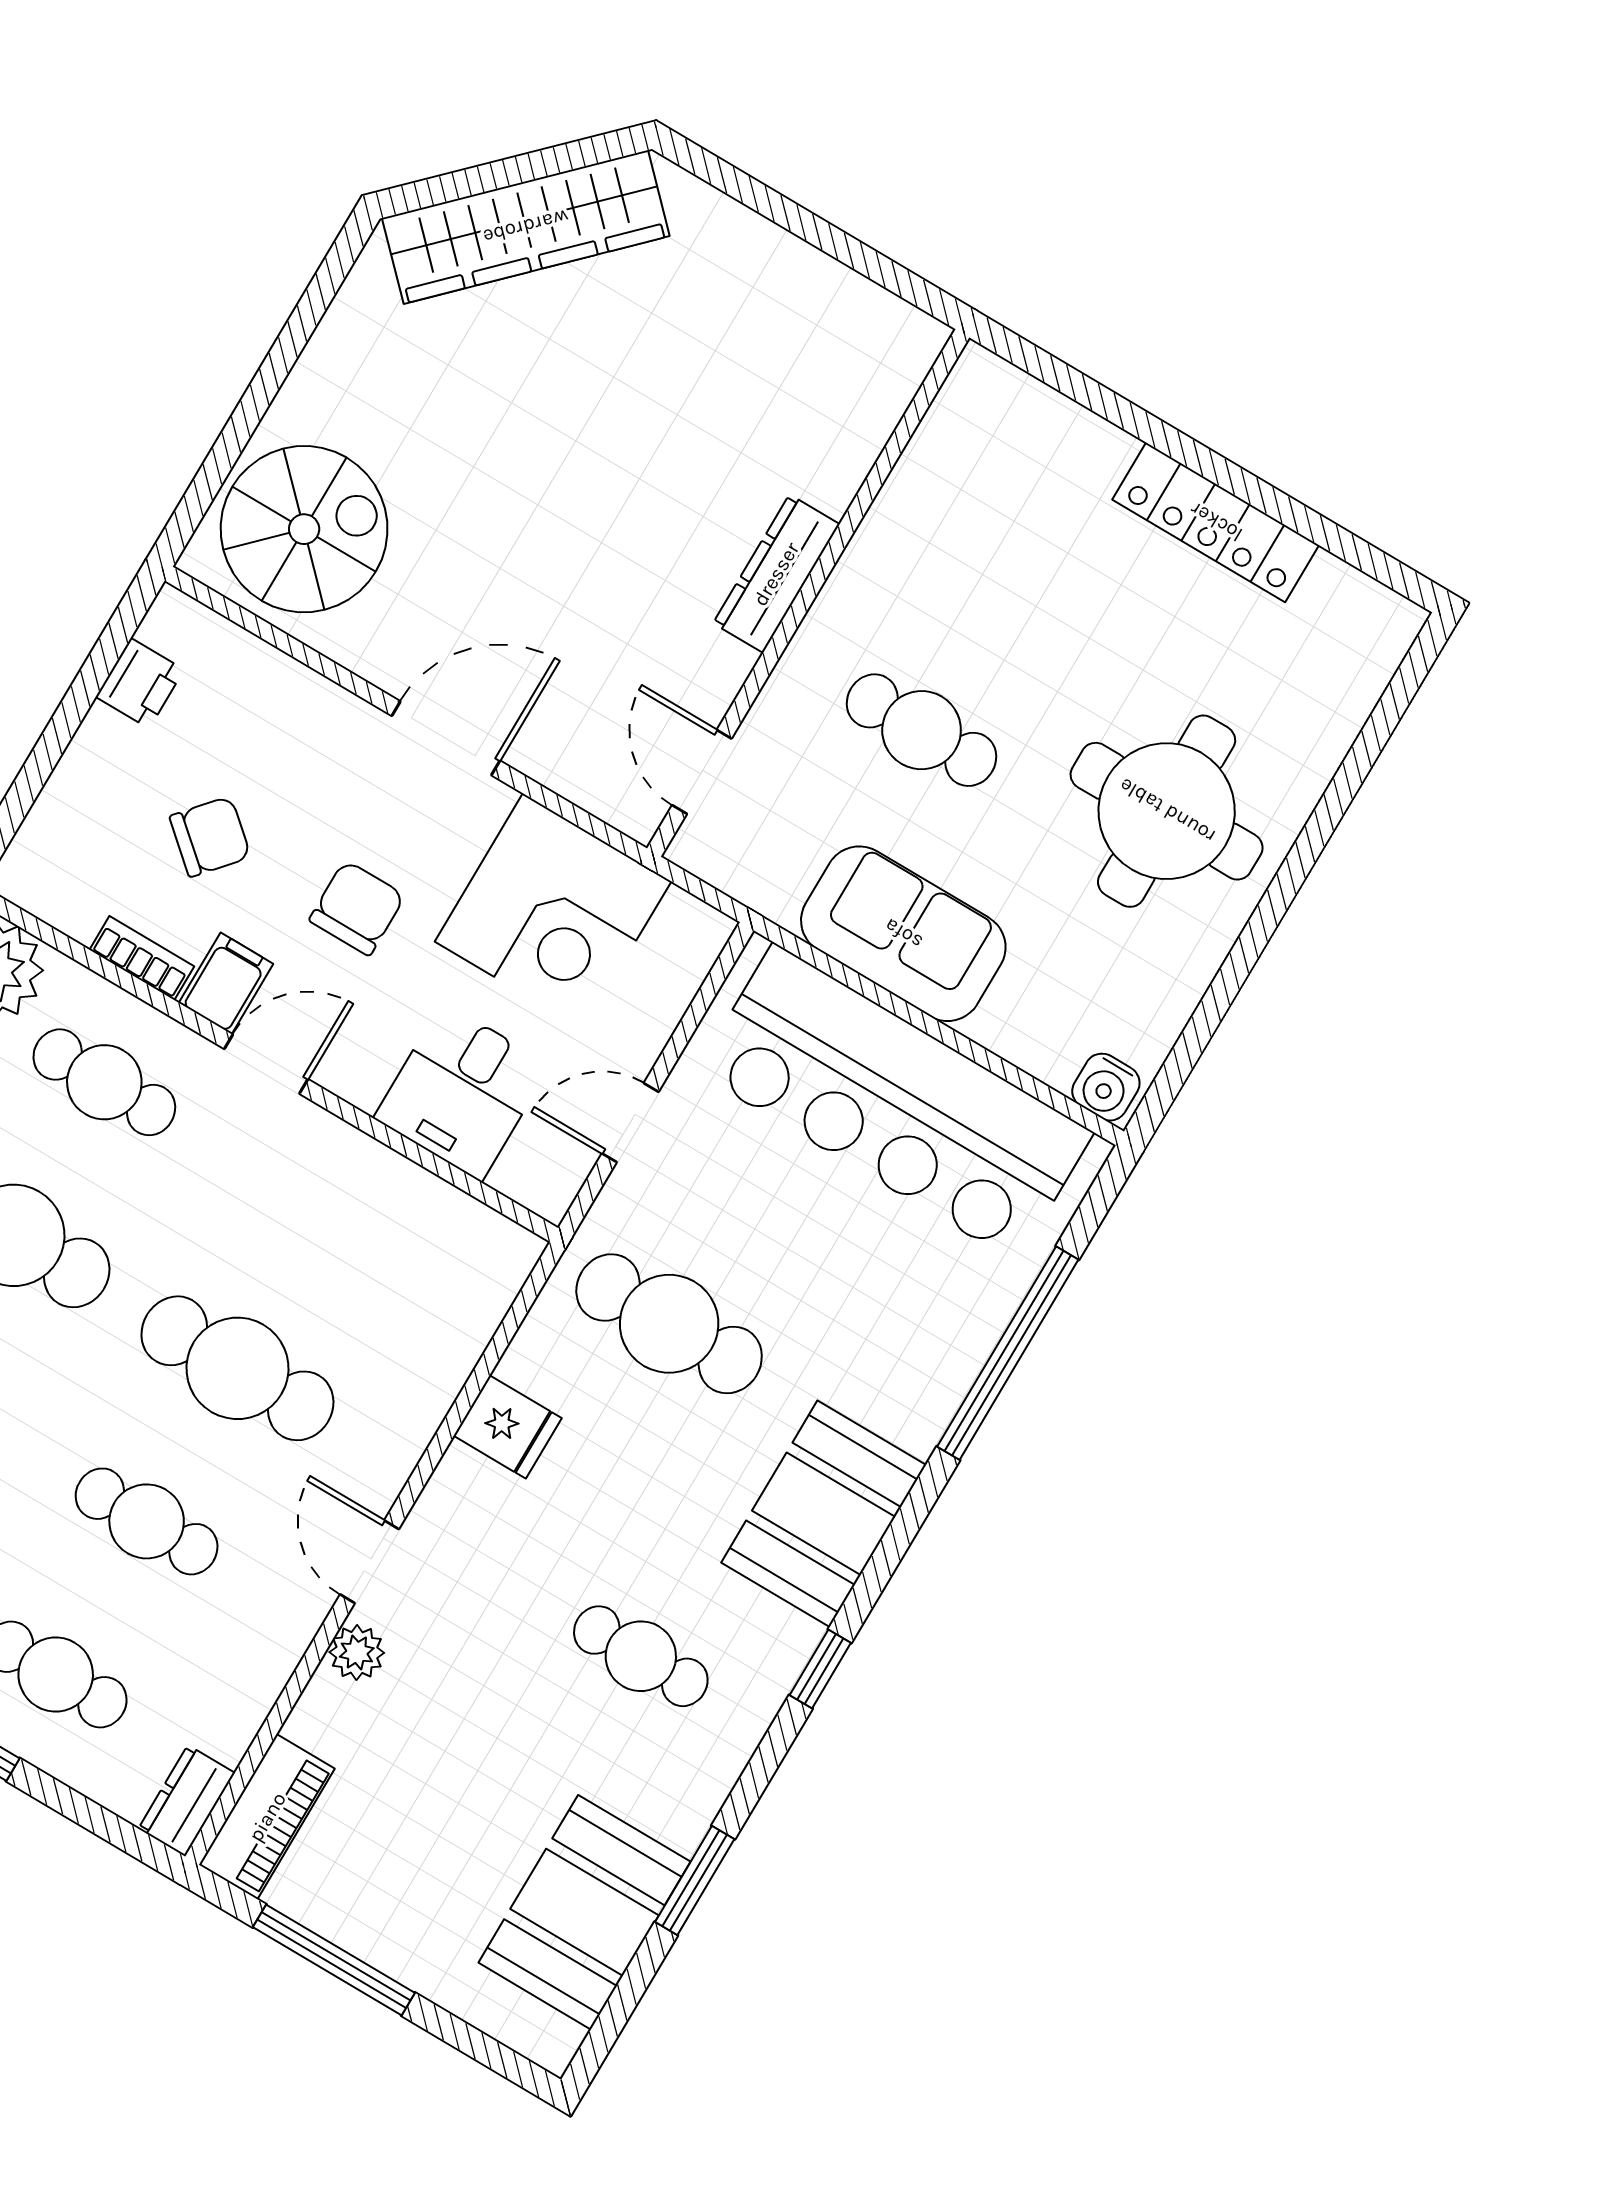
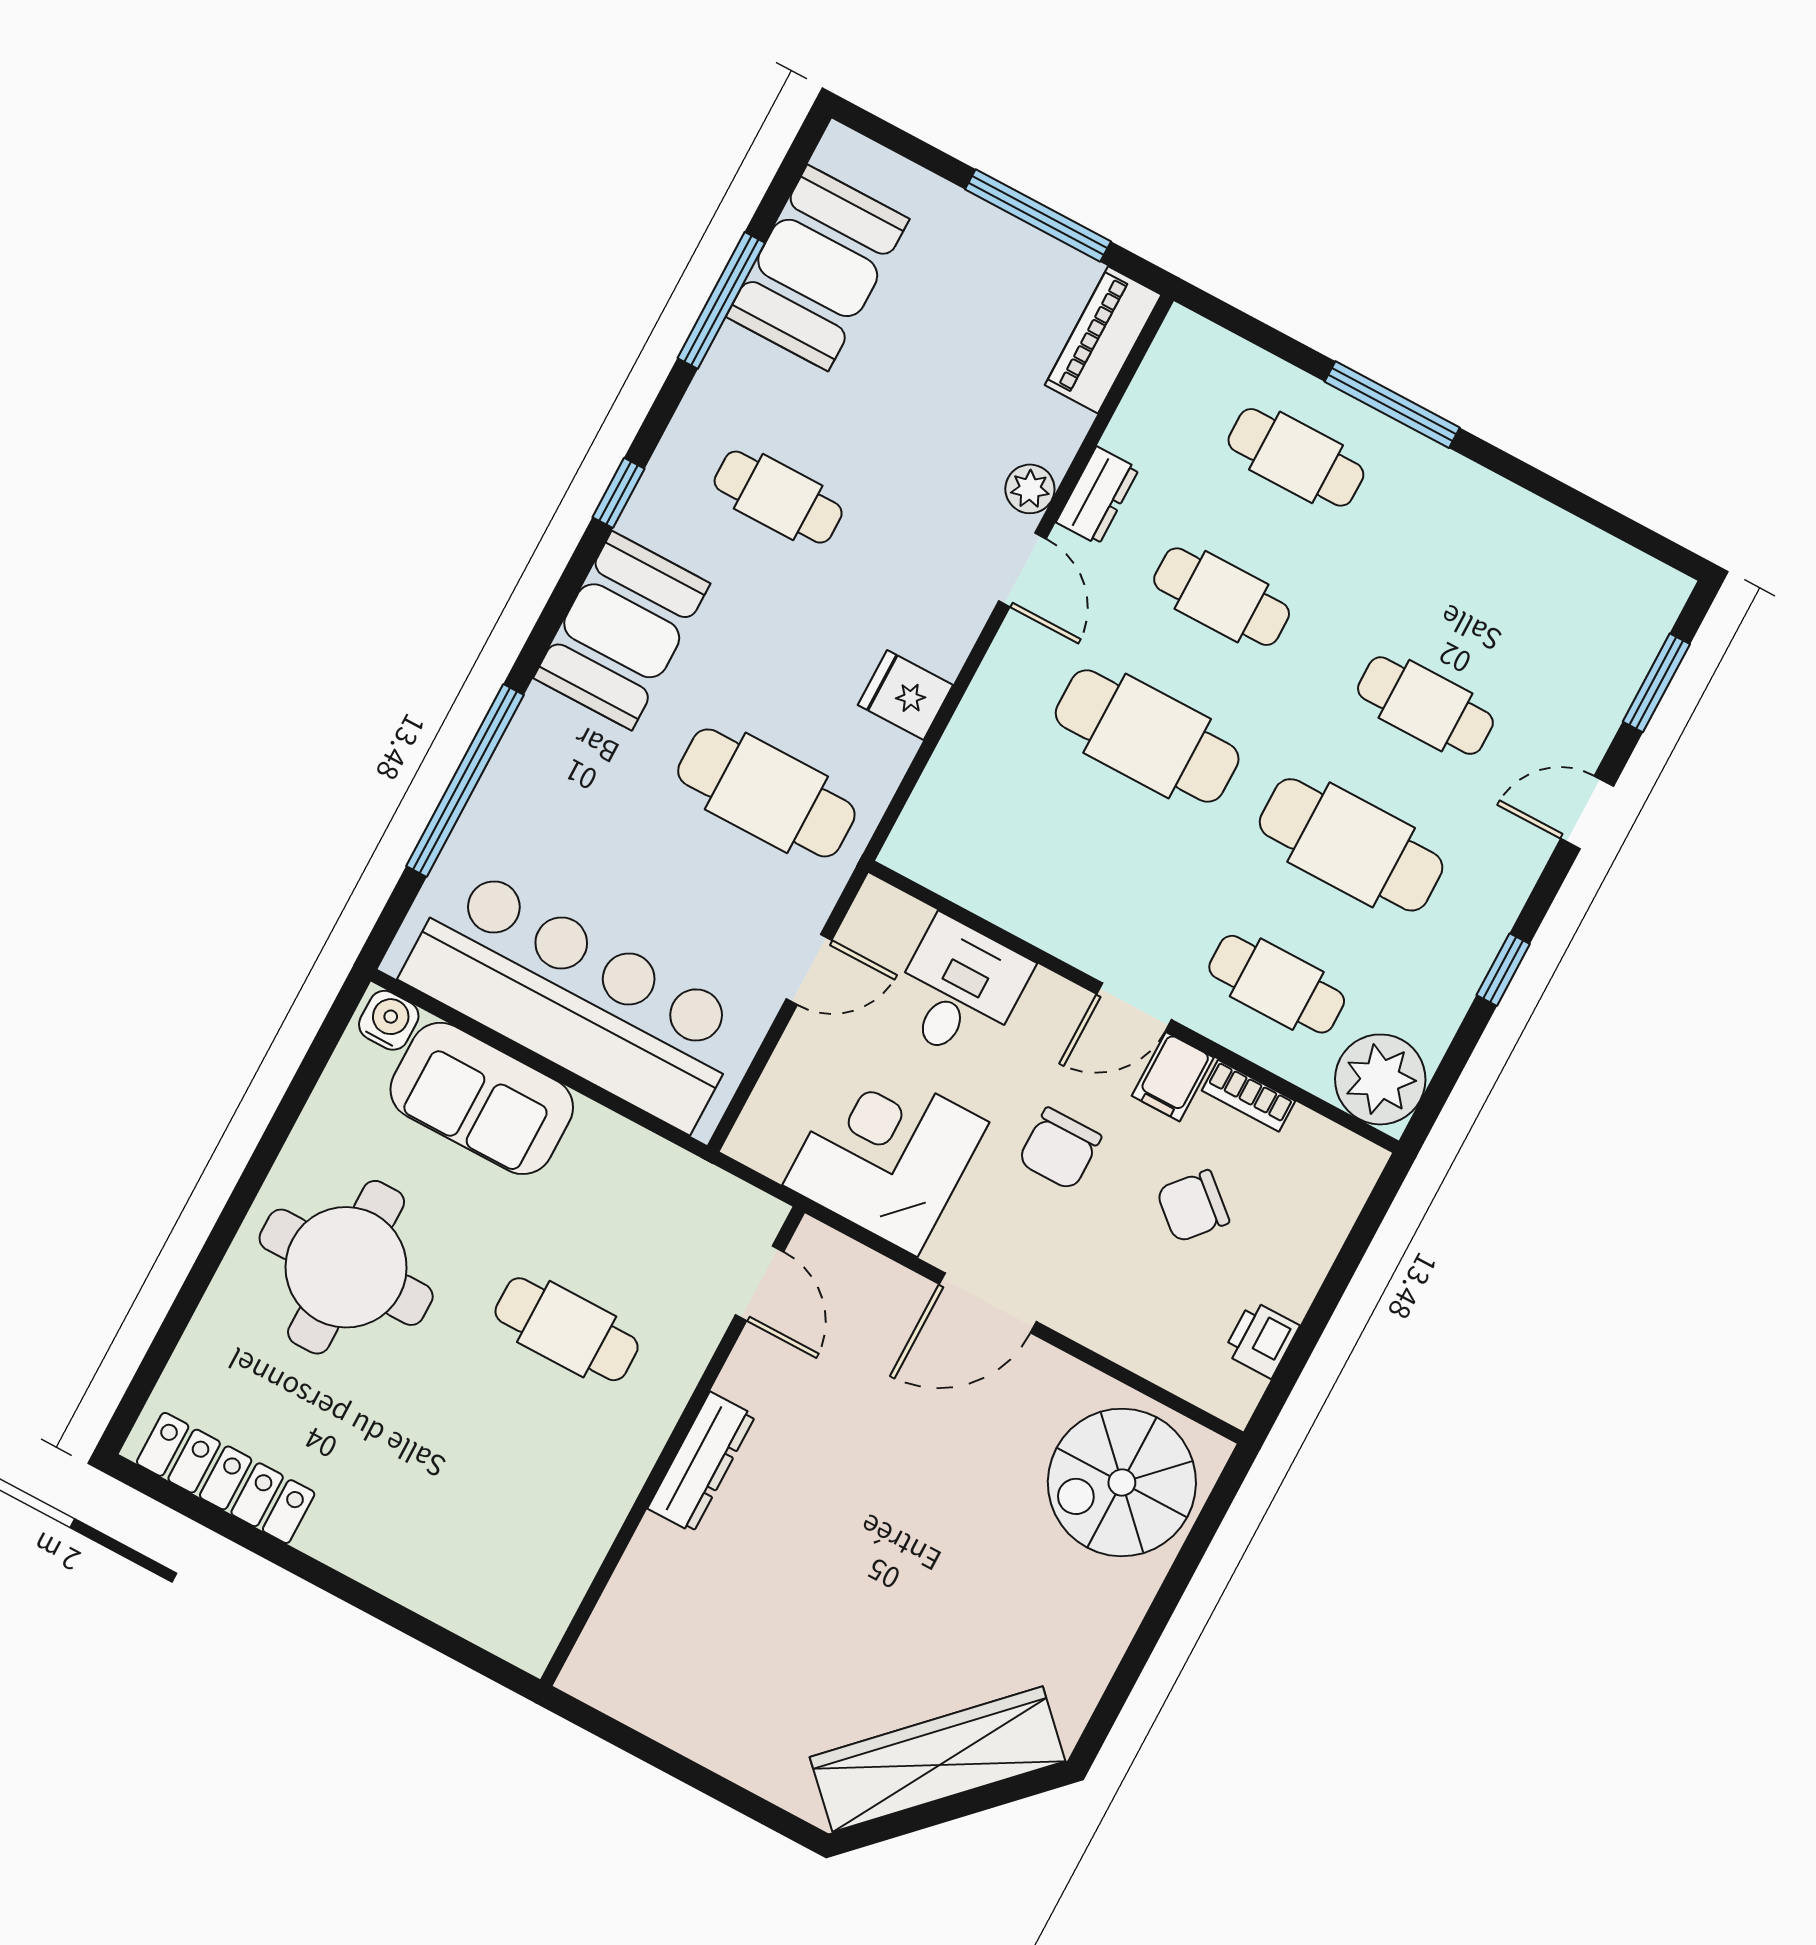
locker: (1216, 522) -> (226, 1478), moved
sofa: (903, 934) -> (482, 1098), moved
dresser: (187, 1801) -> (1097, 496), moved
window: (695, 1880) -> (721, 300), width x1.44

